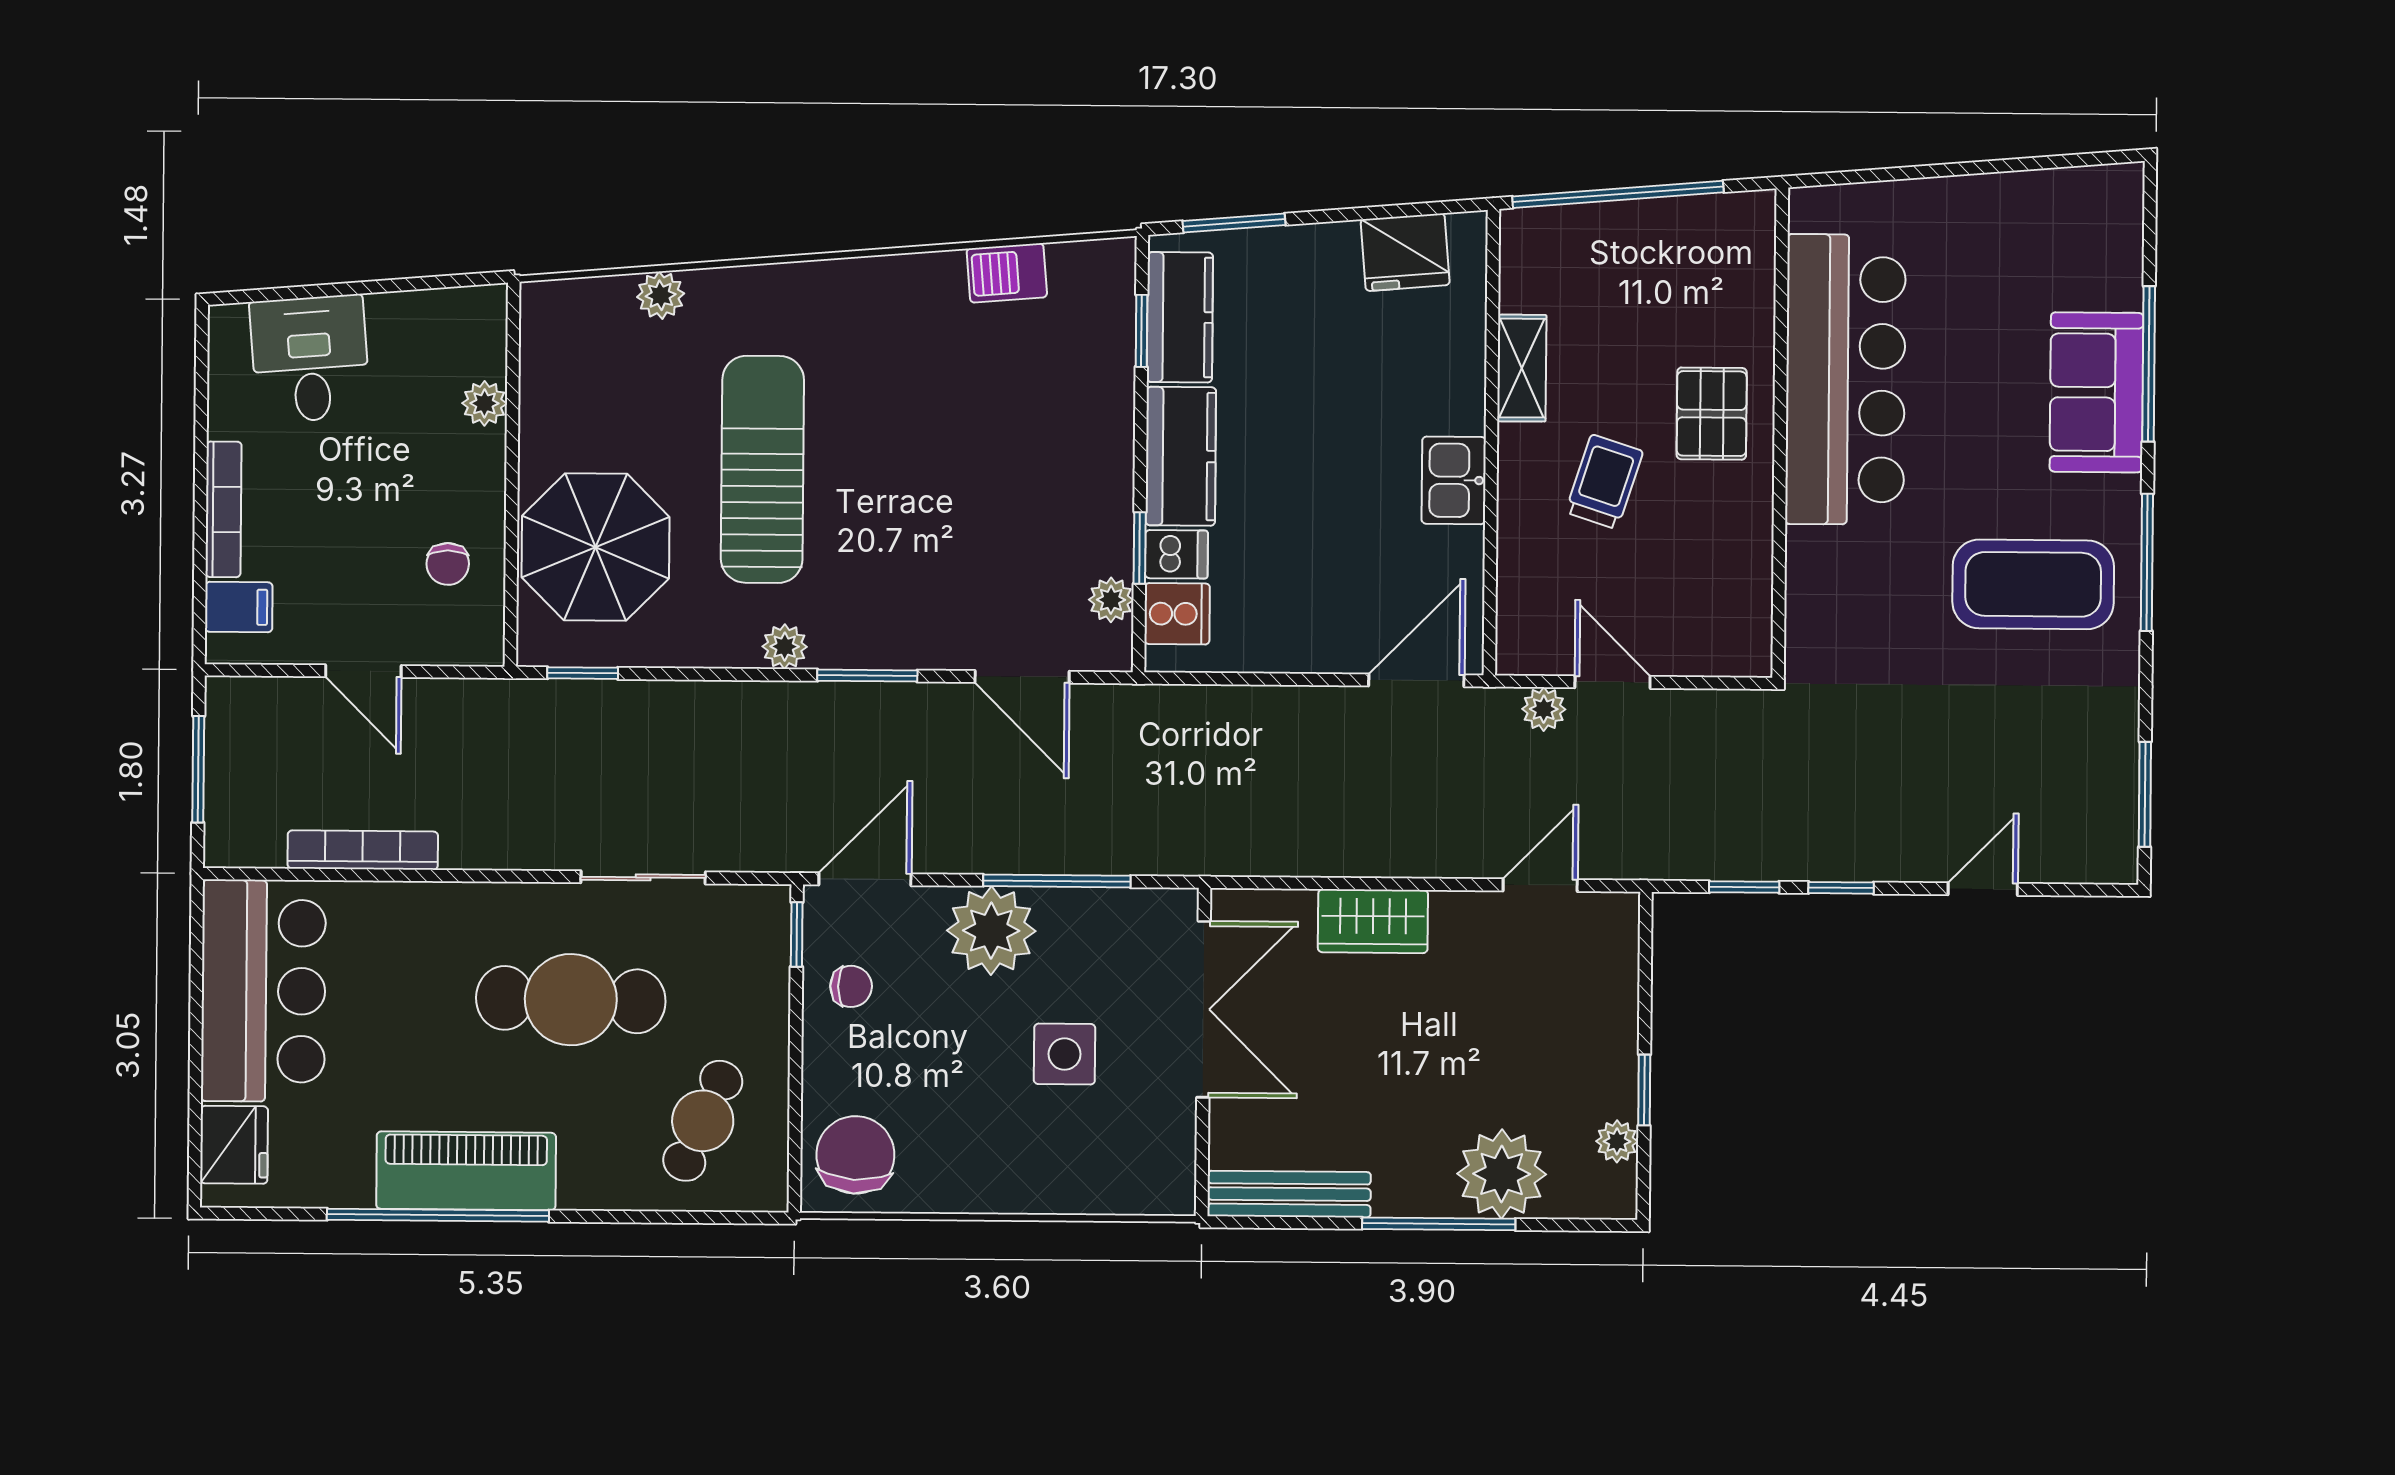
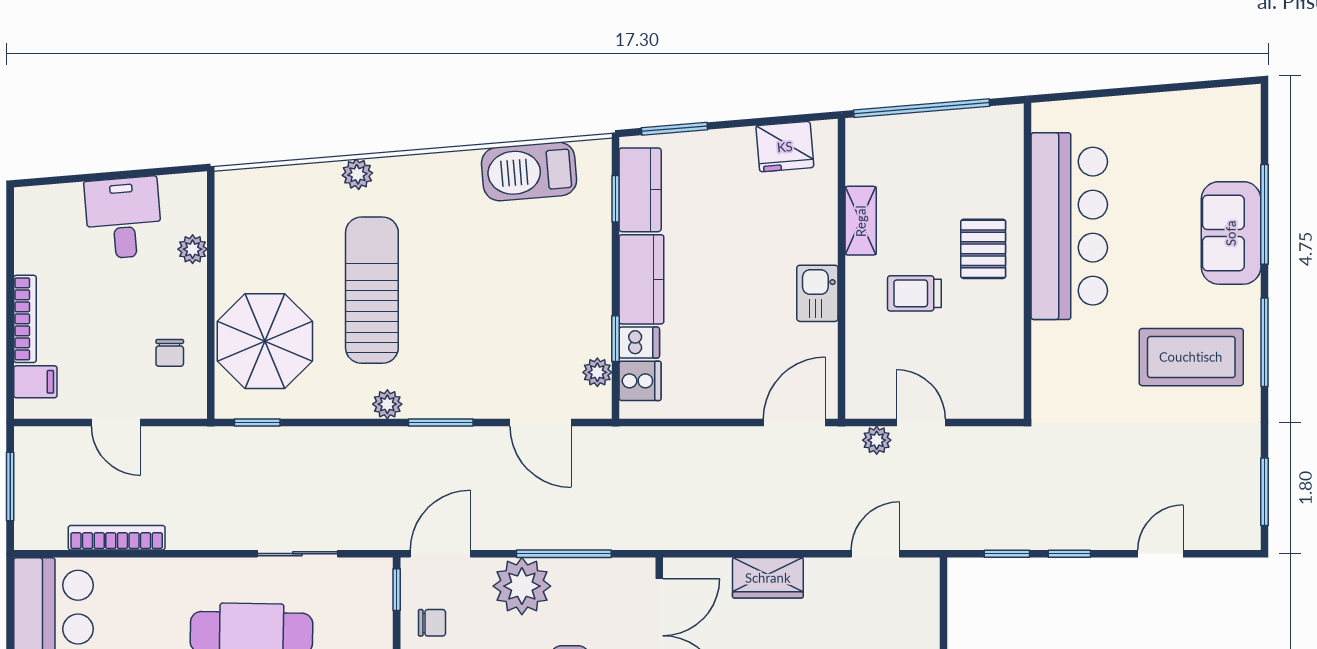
barbecue: (1007, 273) -> (529, 171), width x1.88, depth x1.53
plant: (661, 295) -> (357, 174), moved
desk: (310, 359) -> (123, 218), moved
trolley: (1604, 482) -> (914, 293), turned -108

